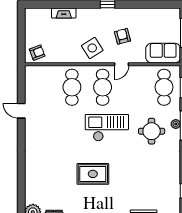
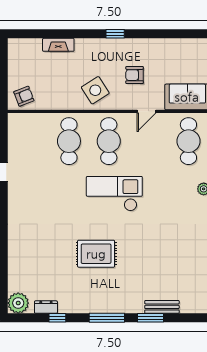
armchair: (122, 36) -> (135, 75), turned -75
door: (122, 64) -> (146, 111), moved
round table: (152, 131) -> (172, 198), removed

